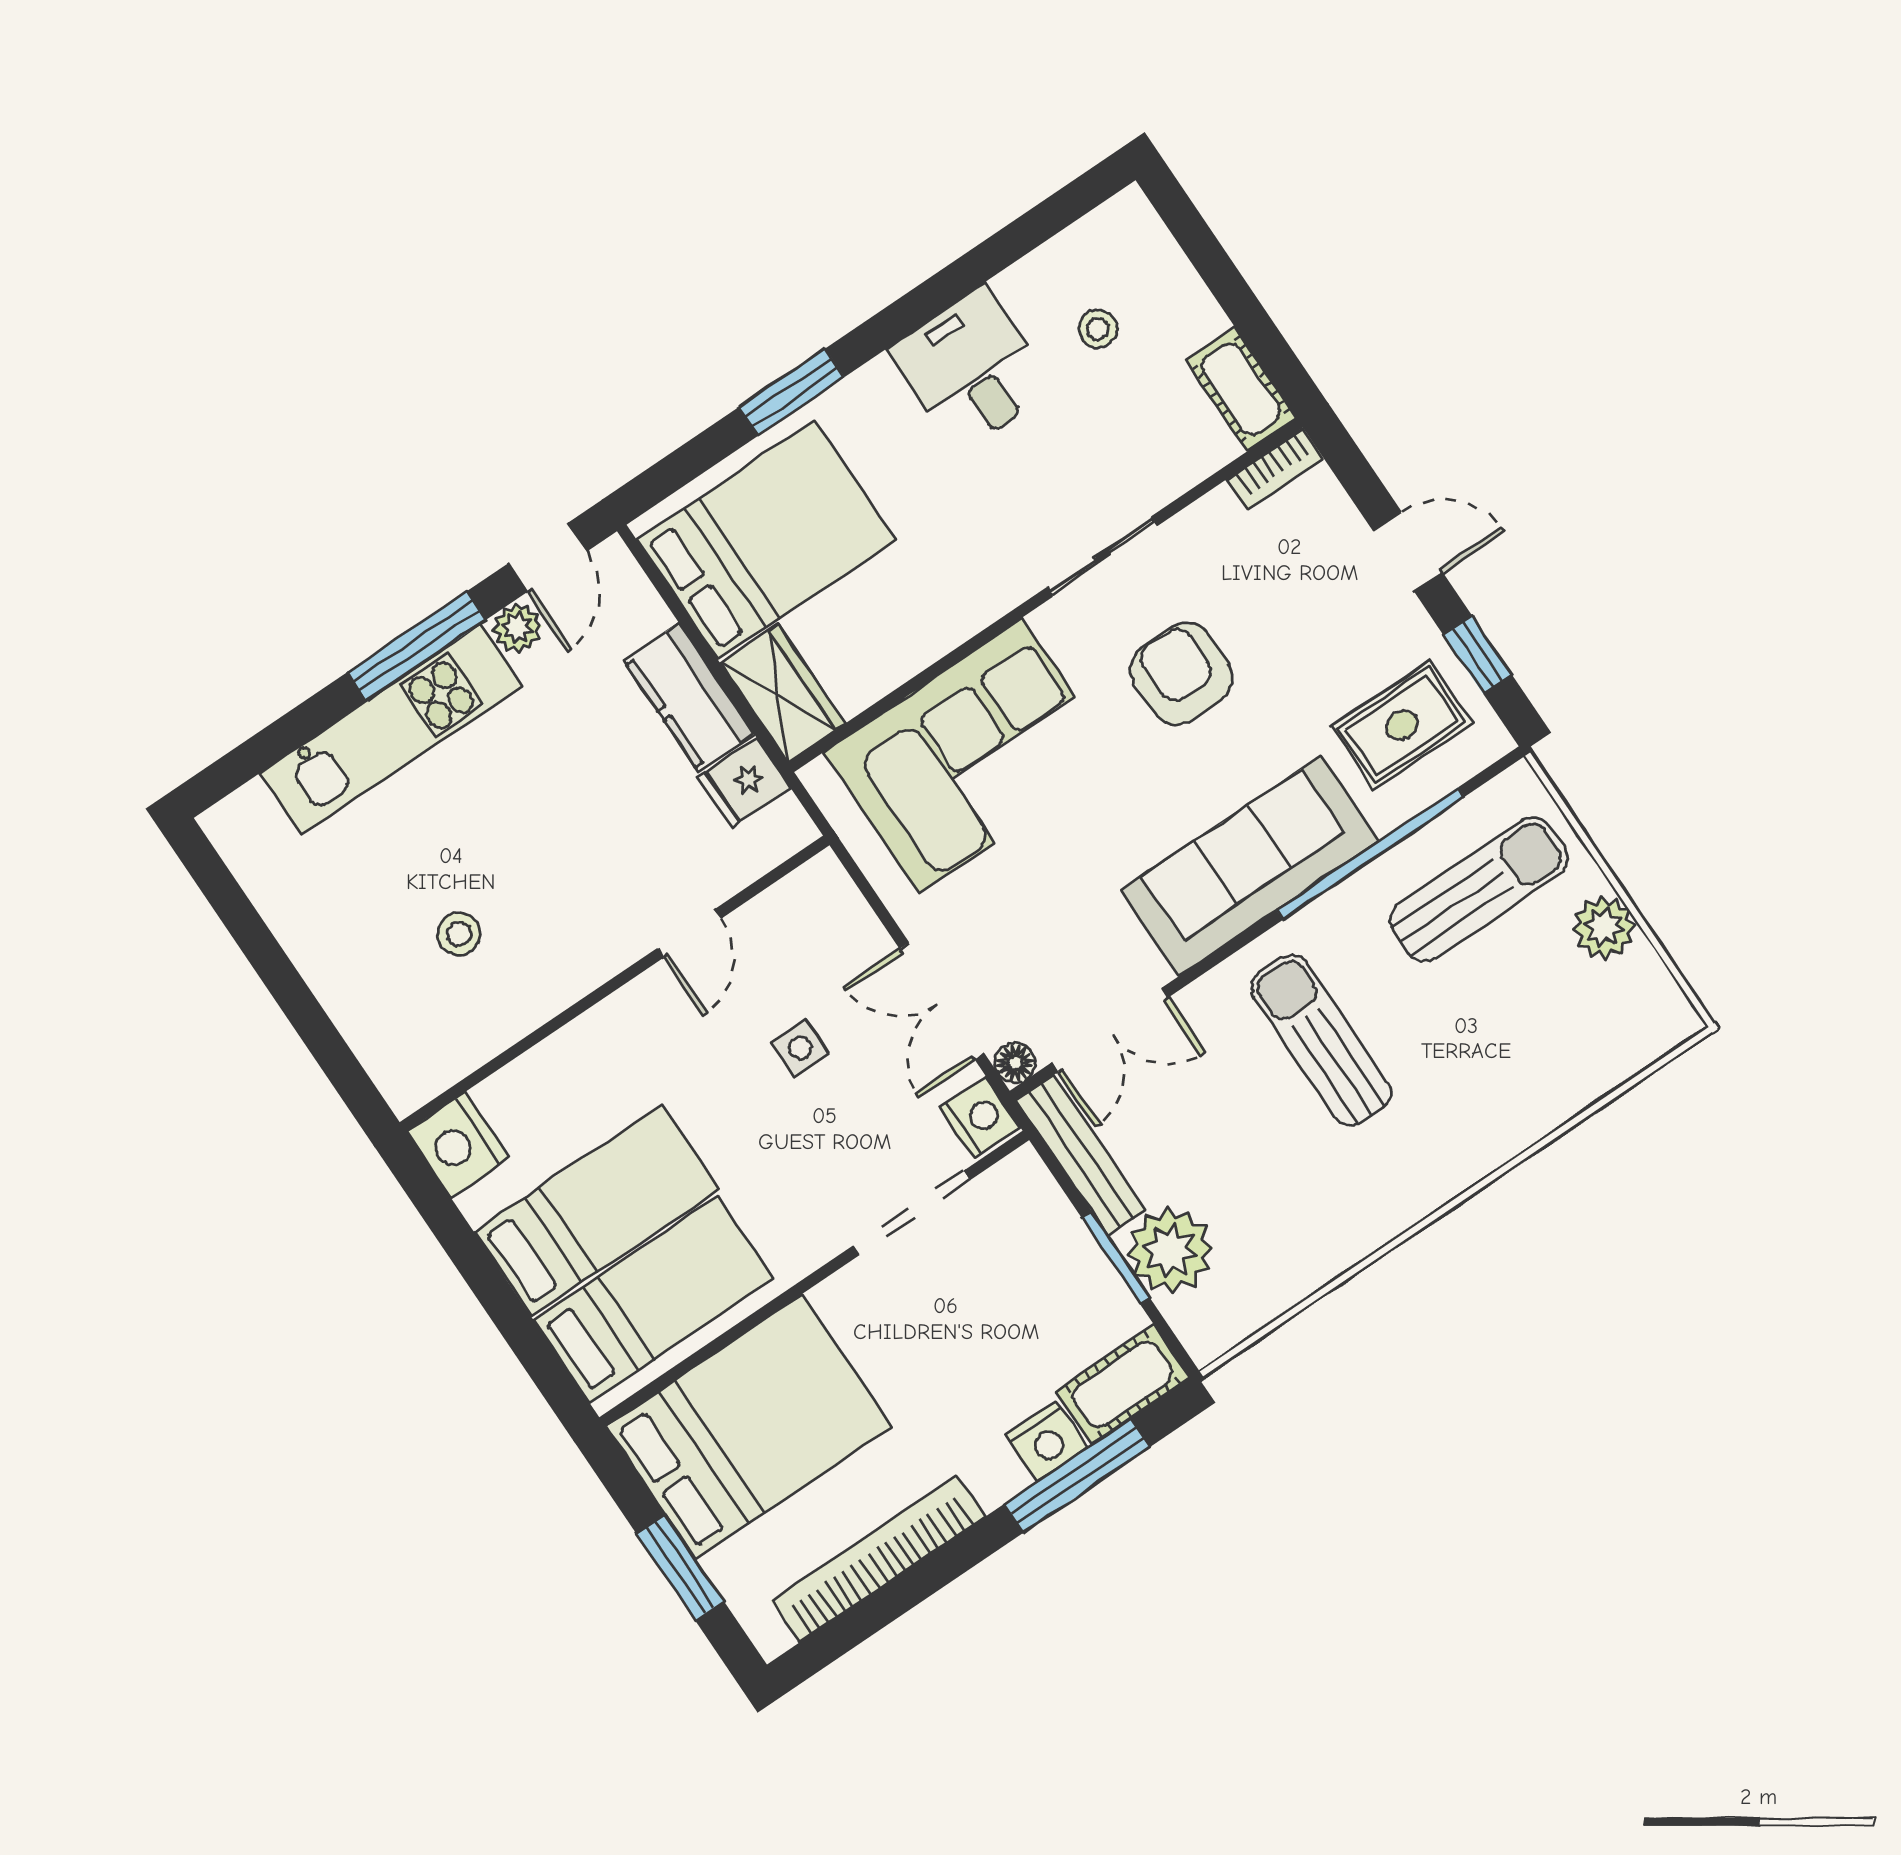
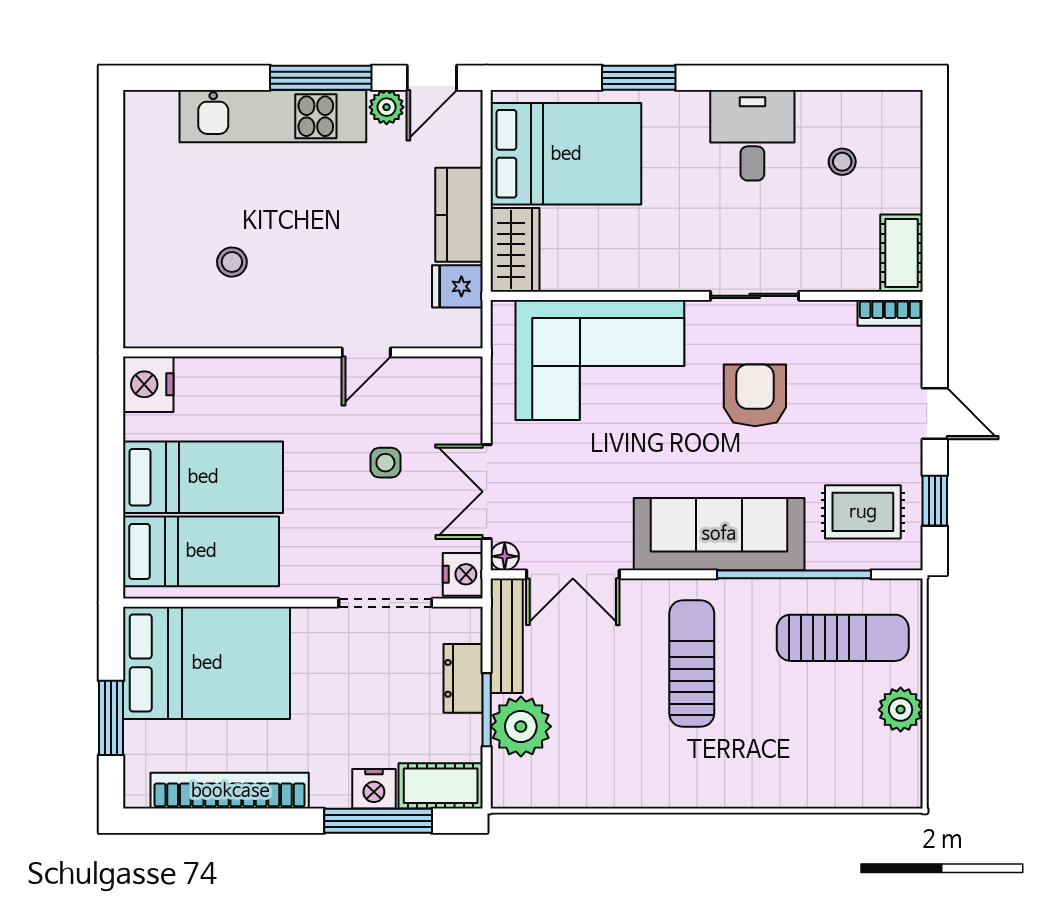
dresser: (1064, 1240) -> (463, 678), added

